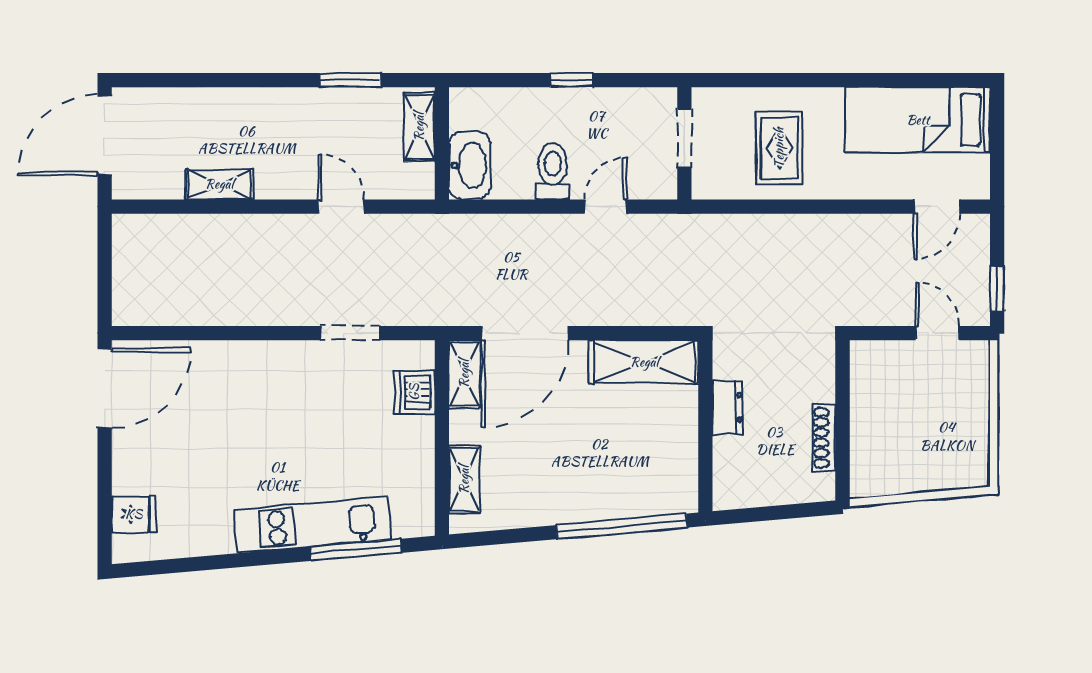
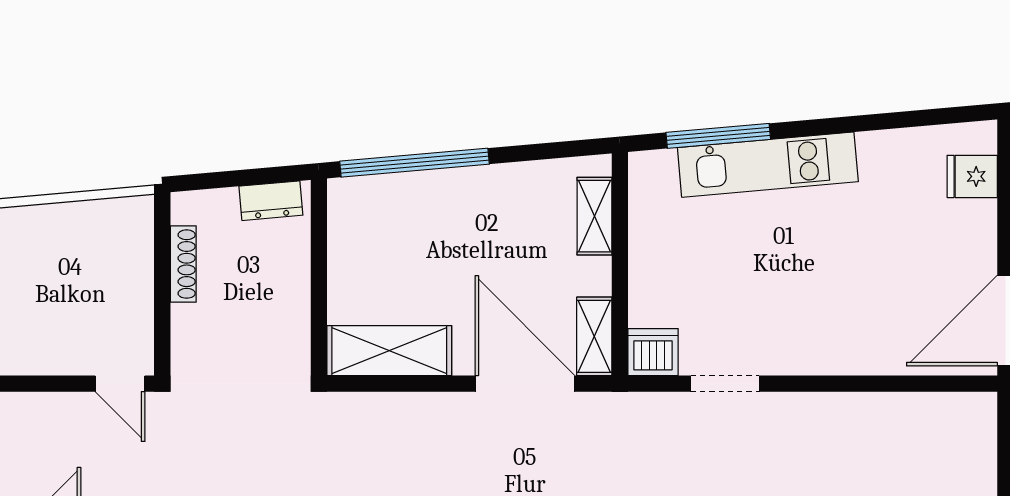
door: (525, 333) -> (525, 384), hinge flipped
door: (937, 333) -> (120, 384), moved
dishwasher: (414, 392) -> (653, 352), moved, turned -90
dresser: (728, 408) -> (271, 201), moved, turned -95

